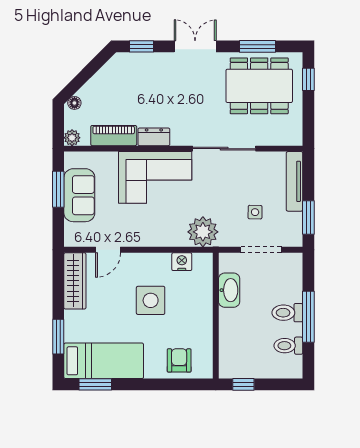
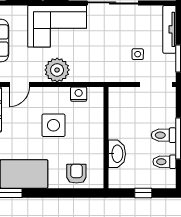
plant: (203, 232) -> (57, 70), moved
doorway: (261, 250) -> (156, 85), moved
washbasin: (229, 290) -> (117, 154), moved
window: (243, 384) -> (143, 193), moved

